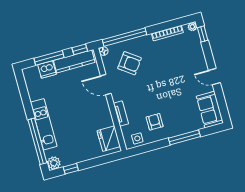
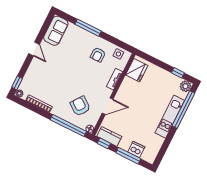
kitchen counter: (74, 61) -> (109, 136), width x0.67
door: (106, 85) -> (108, 106), hinge flipped

